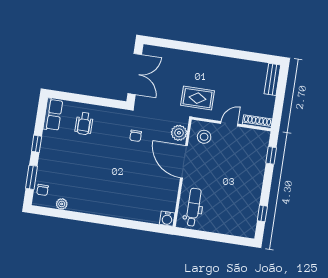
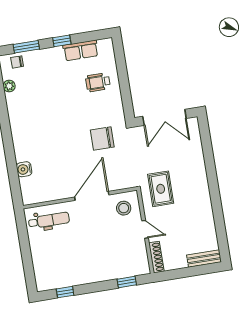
row of seats: (53, 115) -> (81, 50), moved
plant: (179, 133) -> (119, 181), removed
chair: (136, 136) -> (102, 138), width x1.87, depth x1.87
water cooler: (167, 219) -> (24, 169), moved

